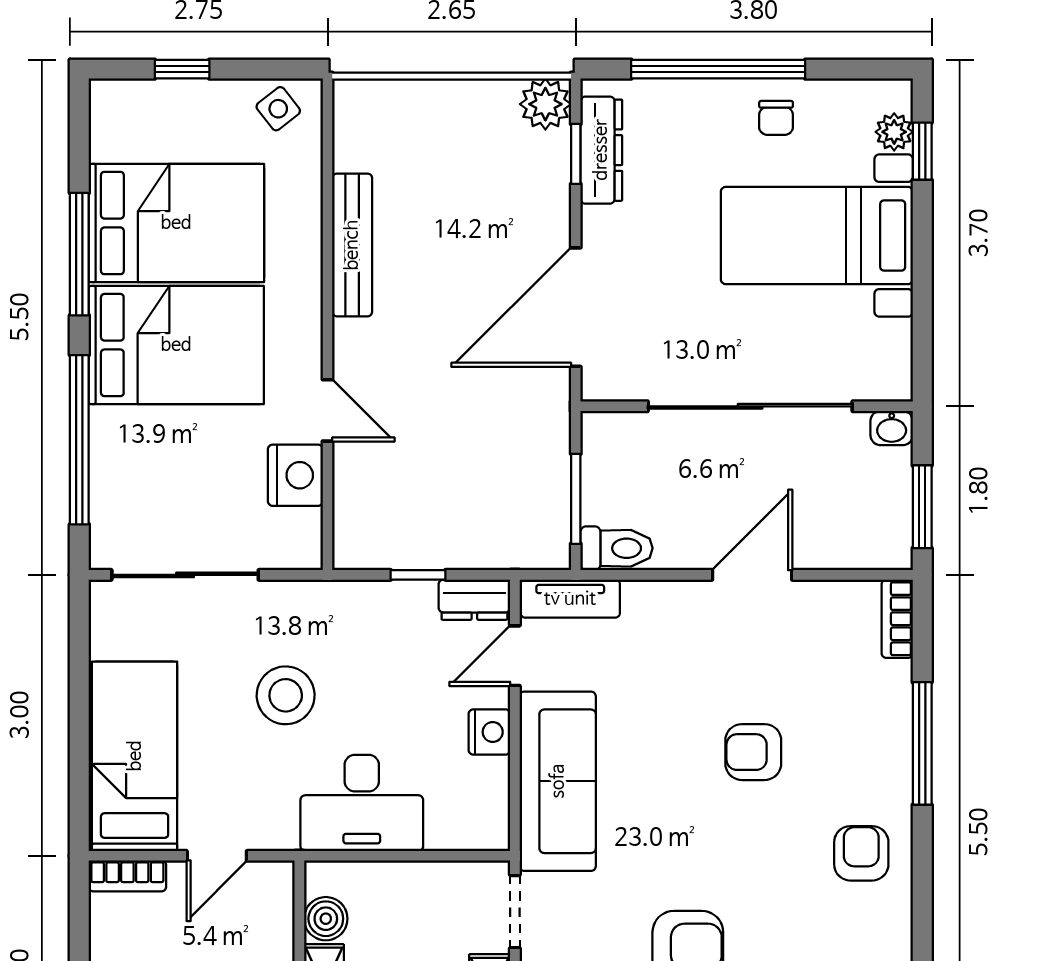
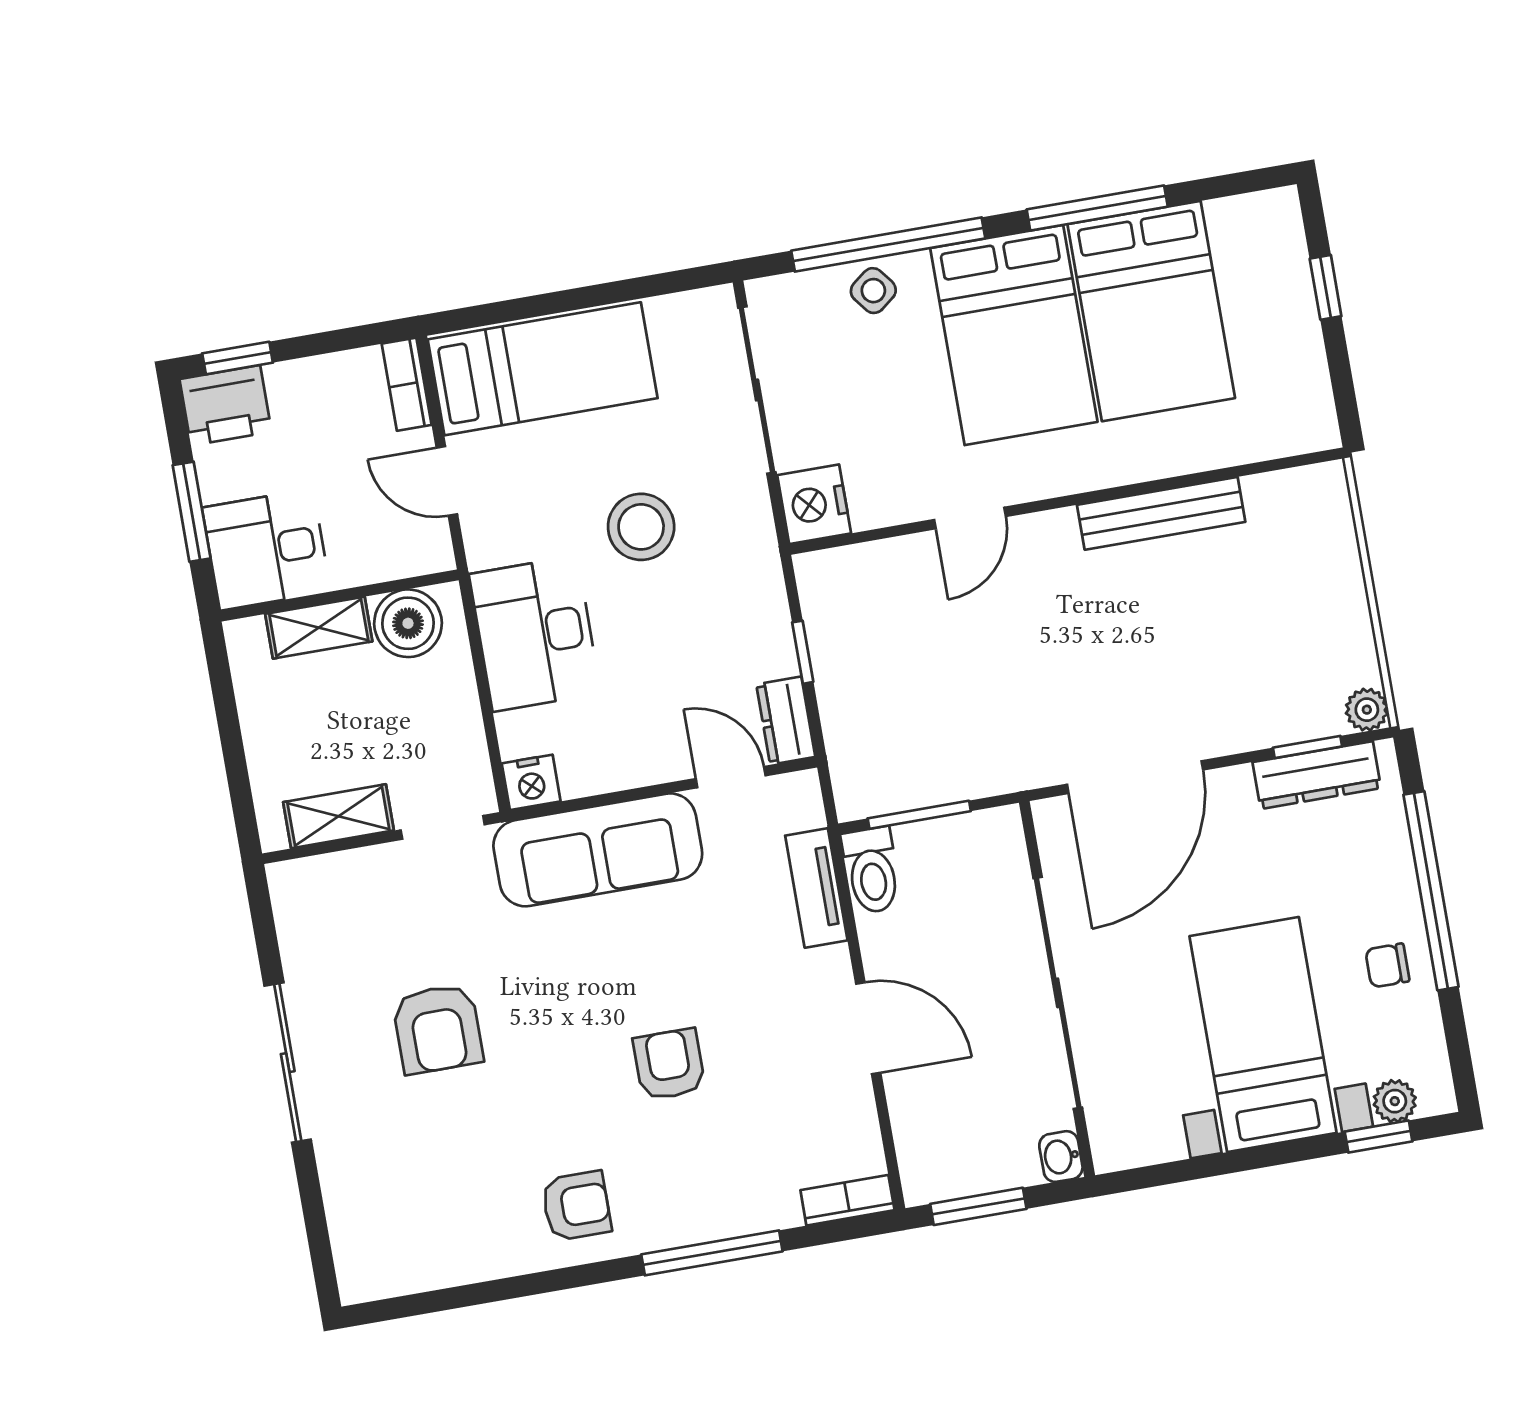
plant: (545, 104) -> (1367, 710), width x0.73, depth x0.73
side table: (278, 109) -> (873, 291), moved
door: (576, 307) -> (1135, 777), swing flipped
nightstand: (295, 475) -> (814, 504), moved, turned 90
tv unit: (570, 599) -> (816, 888), moved
nightstand: (489, 732) -> (531, 782), moved
boiler: (326, 919) -> (408, 623), width x1.36, depth x1.36

